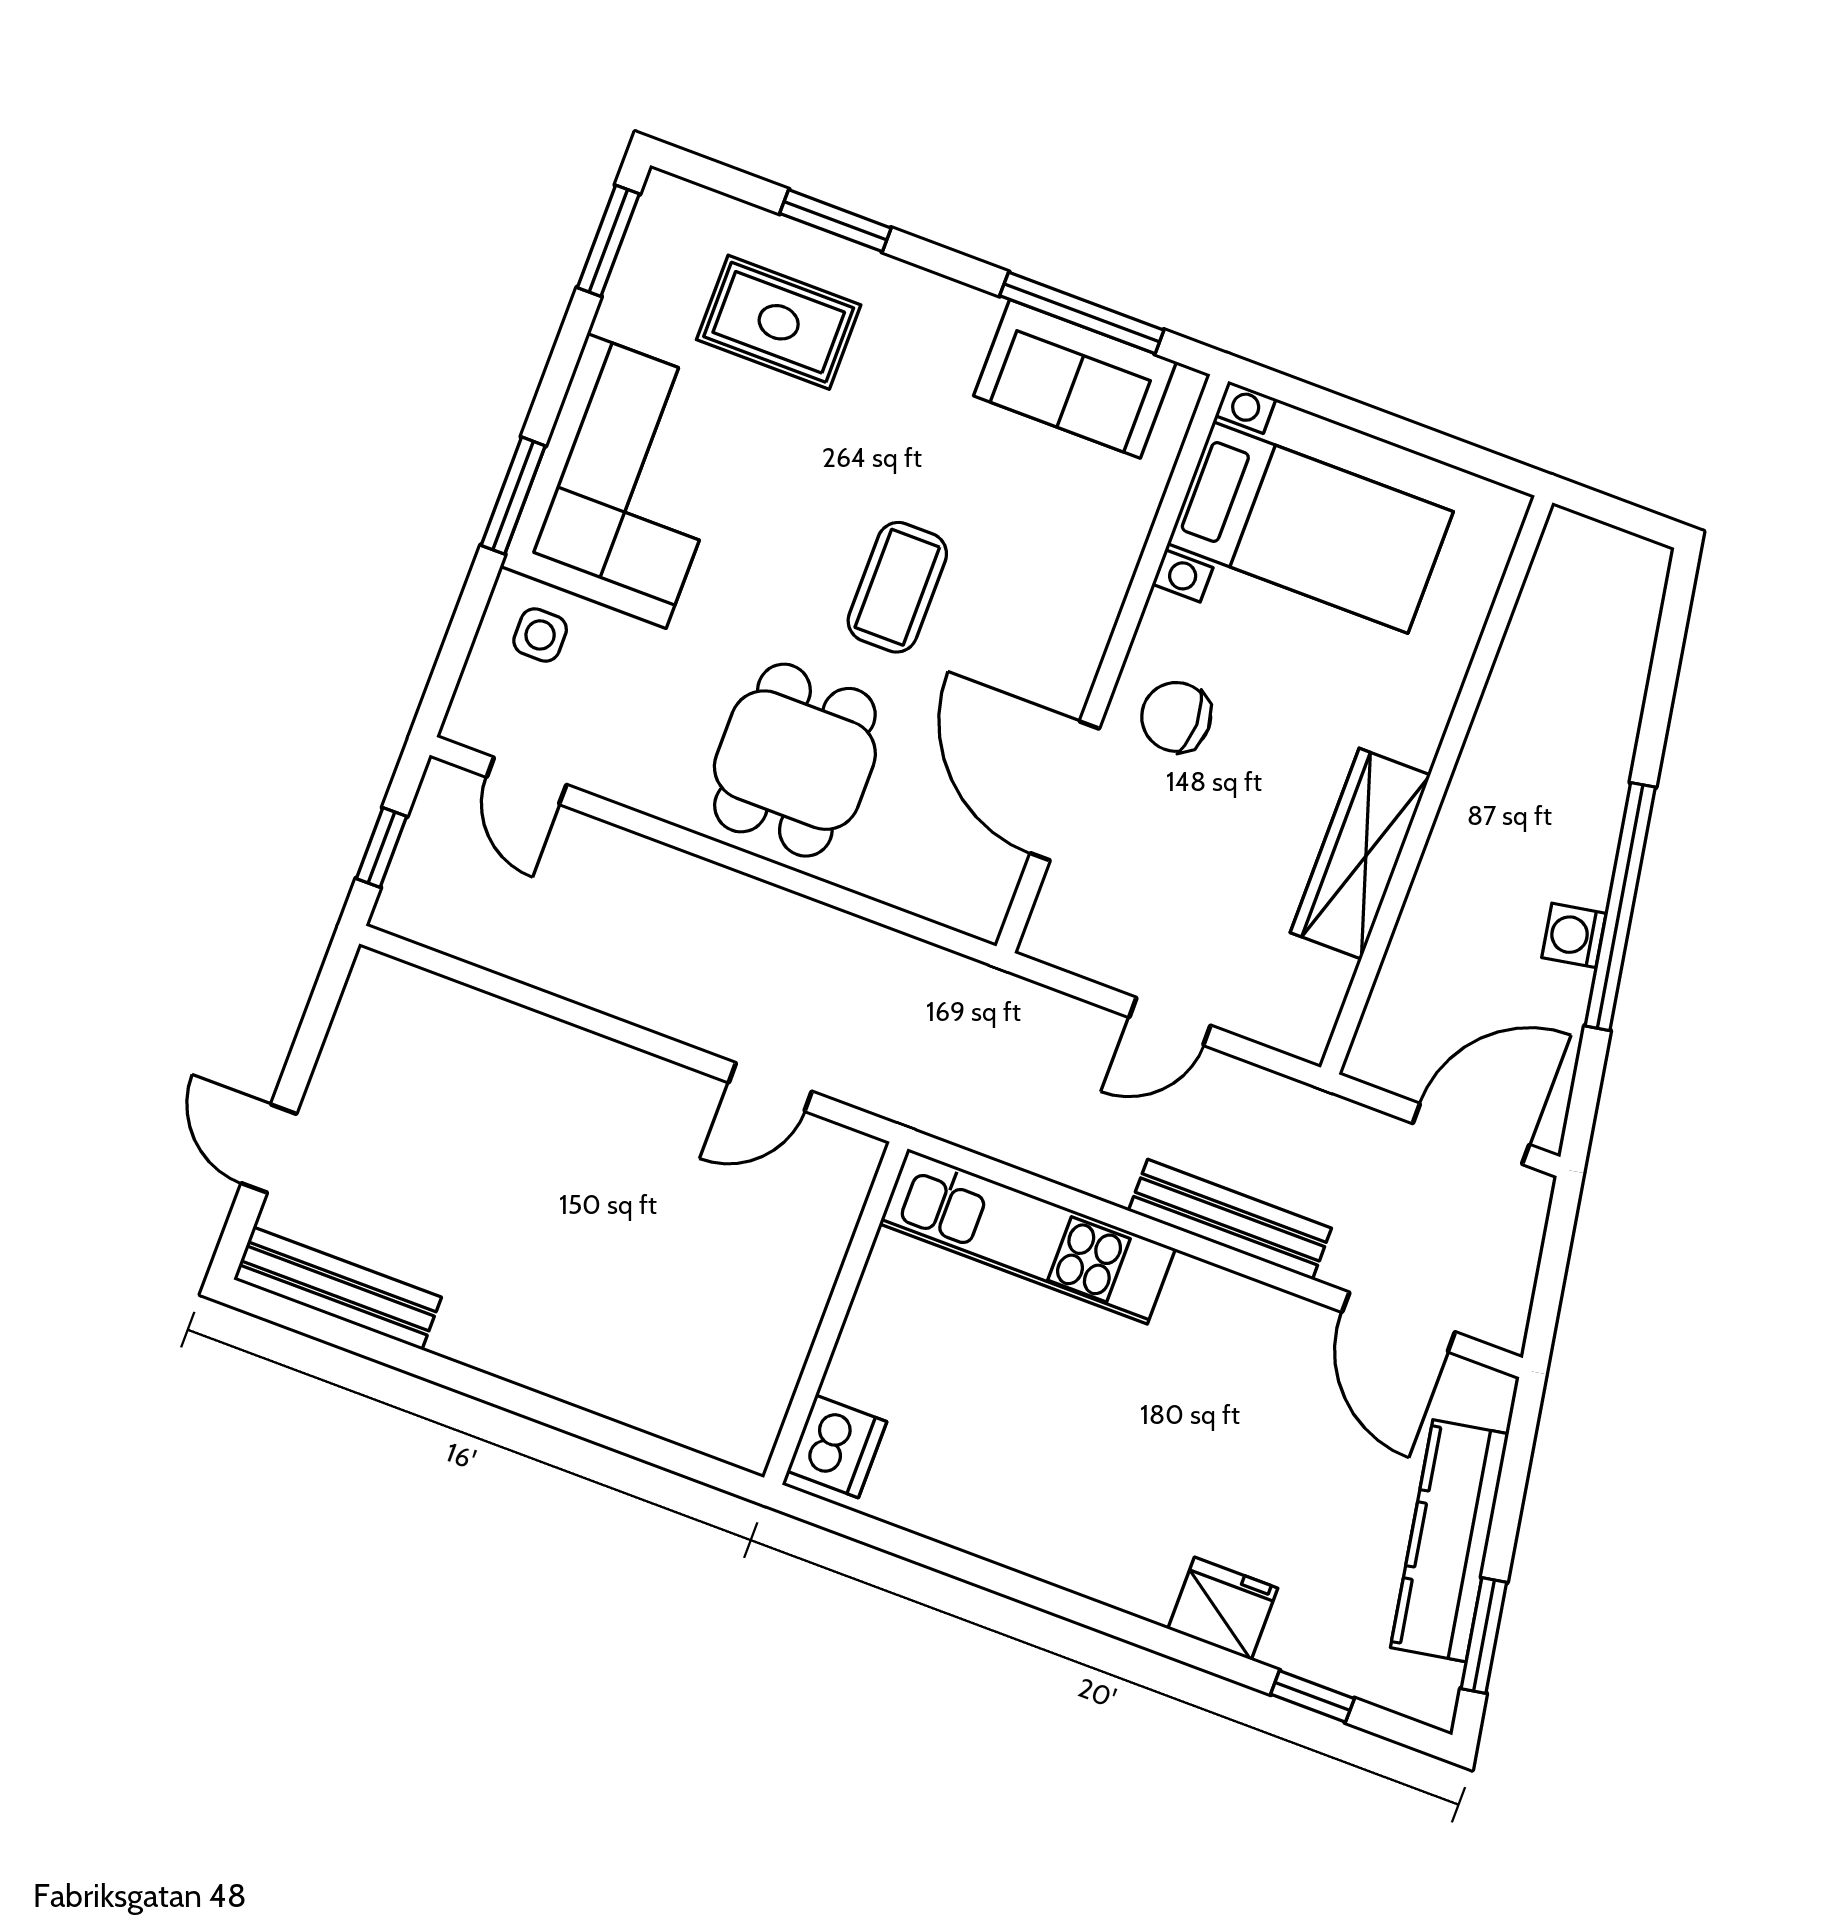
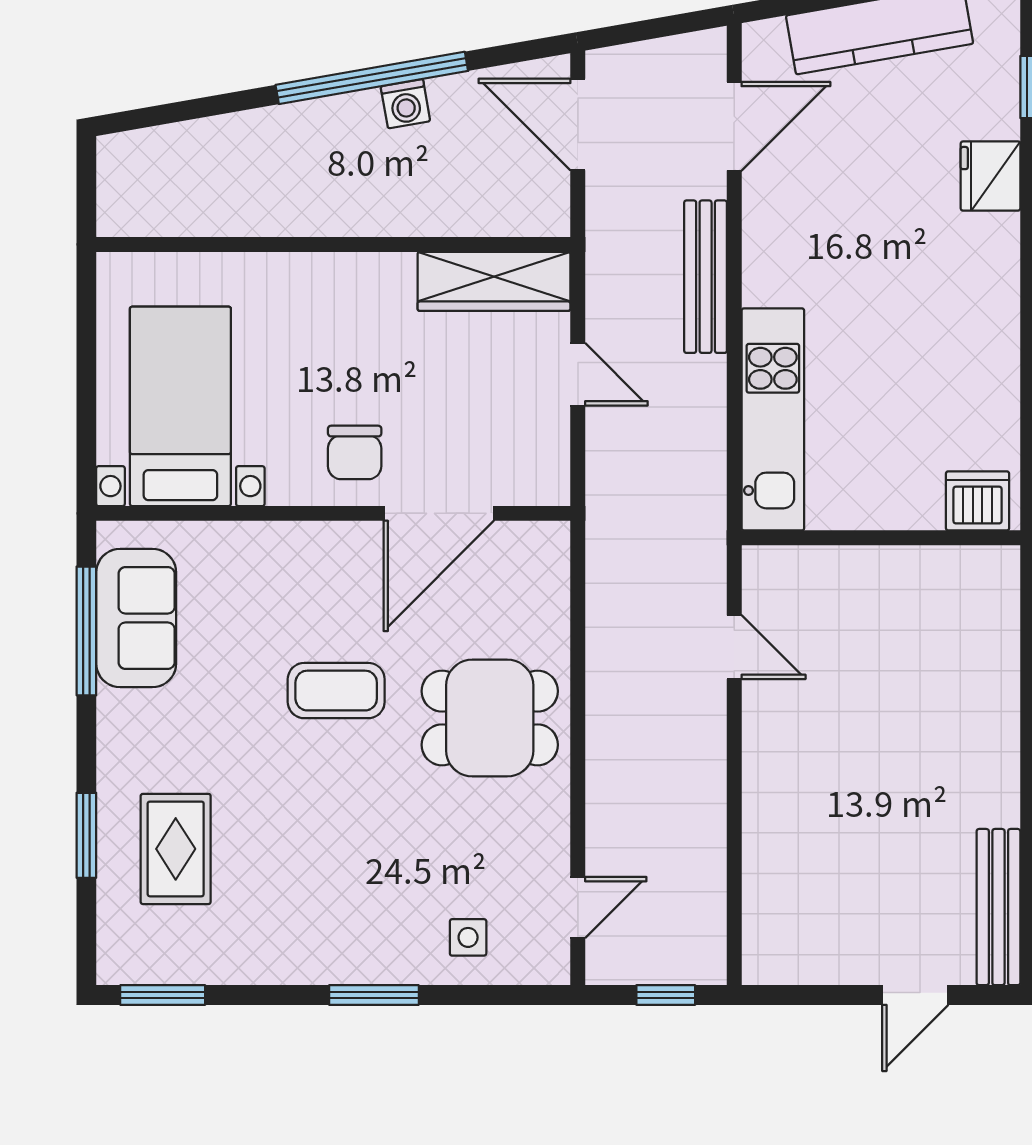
corner sofa: (627, 481) -> (332, 916), removed
wardrobe: (1360, 854) -> (494, 281), moved

